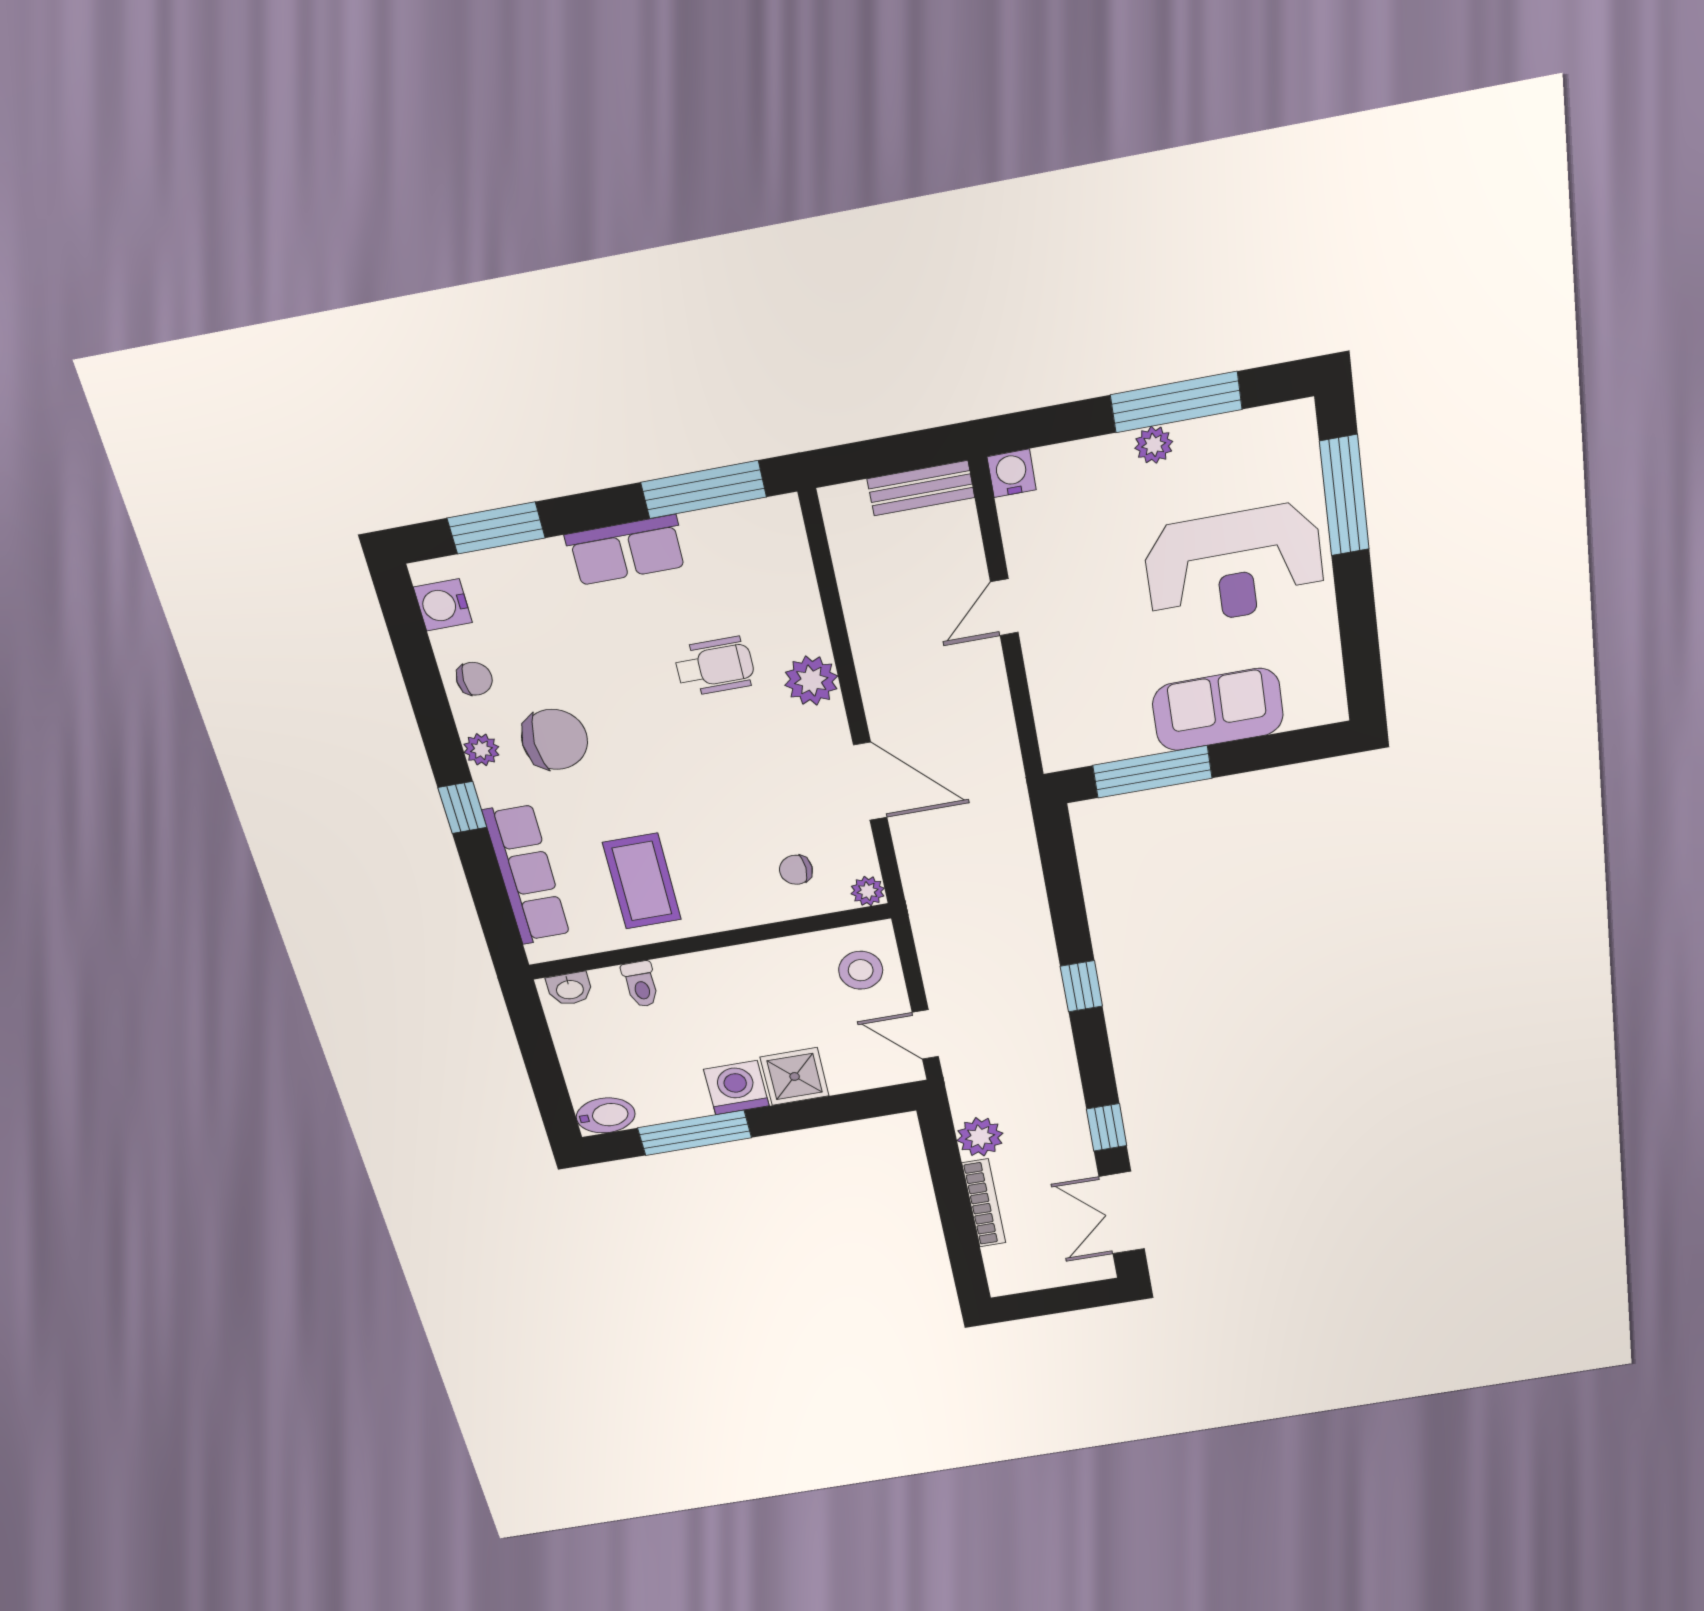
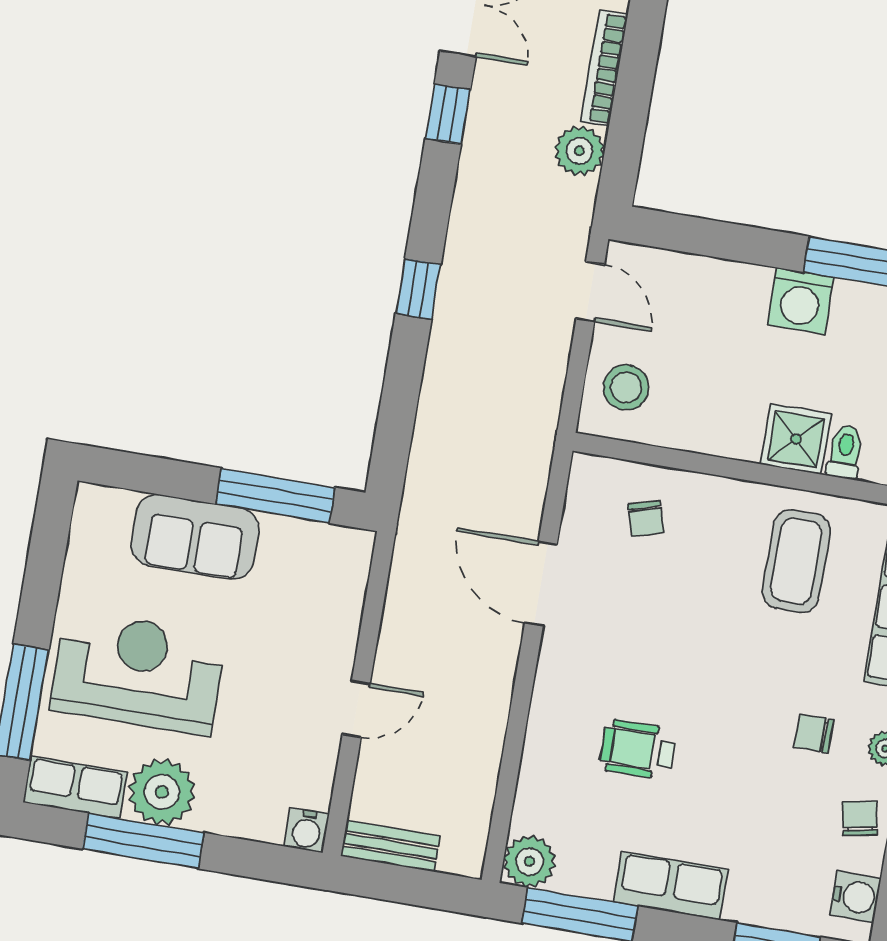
row of seats: (1264, 431) -> (75, 787), added
plant: (1154, 445) -> (162, 792), width x1.88, depth x1.88
chair: (474, 679) -> (860, 818), turned 79
plant: (811, 681) -> (530, 861), moved
chair: (555, 739) -> (814, 733), width x0.54, depth x0.54
chair: (796, 870) -> (646, 519), turned 74
plant: (868, 891) -> (587, 471), removed
shower: (795, 1076) -> (796, 439), moved

